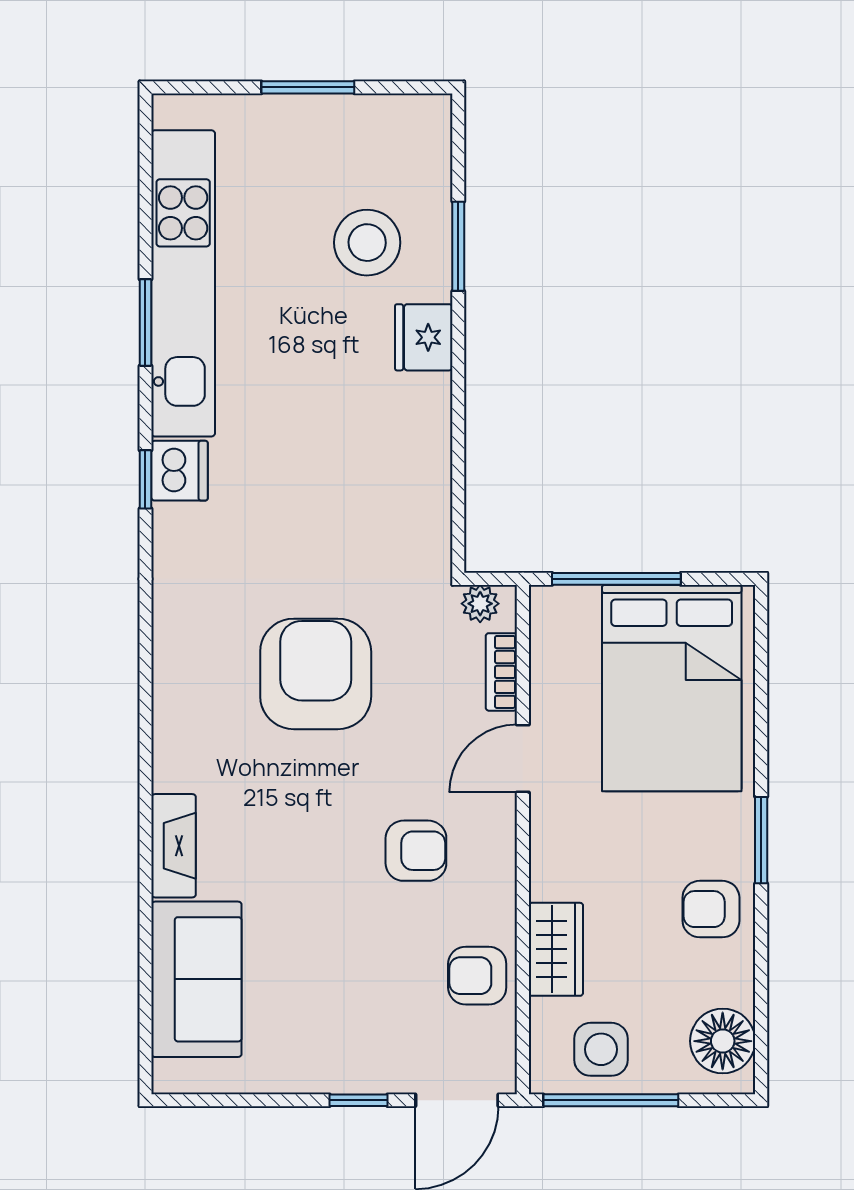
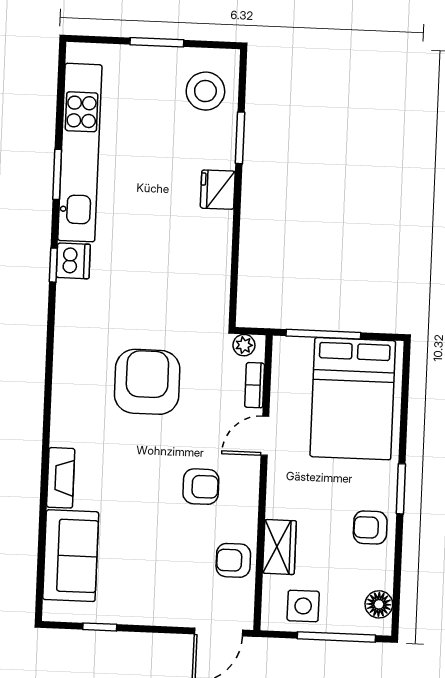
stool: (367, 243) -> (205, 91), moved
floor lamp: (723, 1041) -> (379, 604), width x0.73, depth x0.73
window: (358, 1100) -> (100, 627), moved
window: (611, 1100) -> (336, 637), moved

